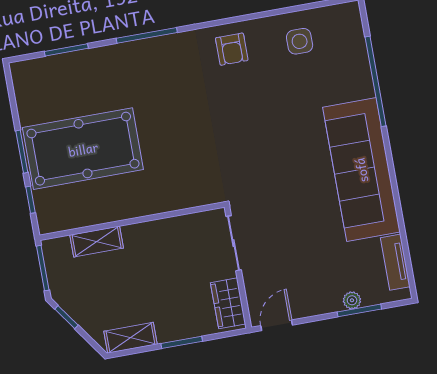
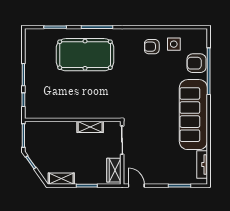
armchair: (232, 49) -> (152, 47), moved, turned 90
armchair: (350, 70) -> (197, 63), added
pool table: (83, 149) -> (85, 55), moved
shelving: (97, 241) -> (90, 127), moved
plant: (352, 300) -> (177, 180), removed
door: (277, 325) -> (136, 186), hinge flipped

